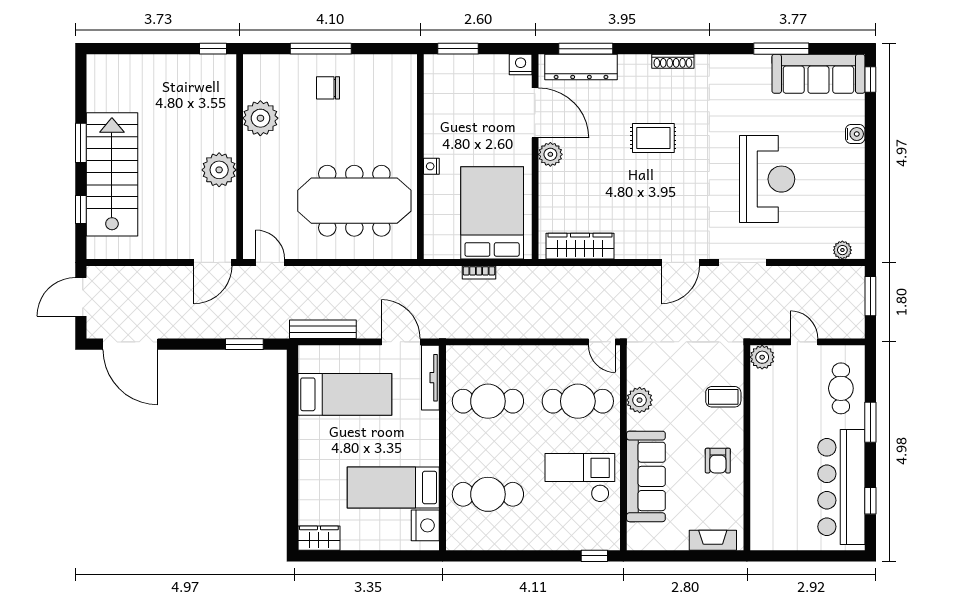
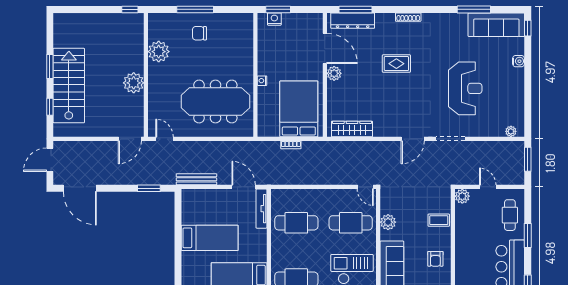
nightstand: (521, 64) -> (274, 19), moved
bed: (345, 394) -> (210, 238), moved

